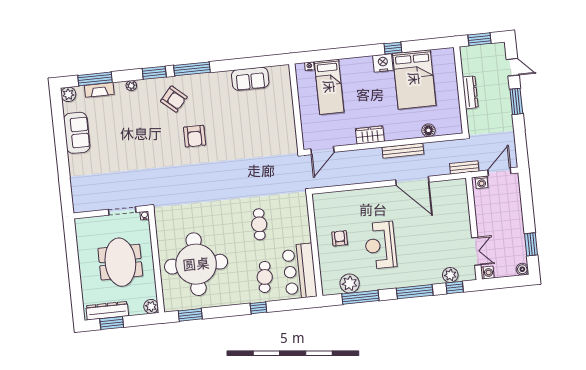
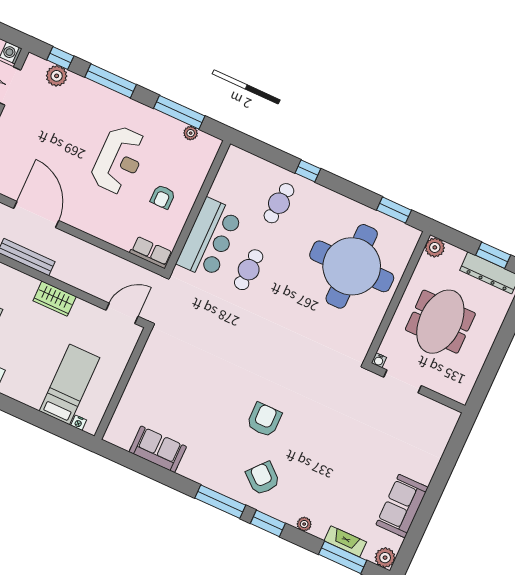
row of seats: (327, 199) -> (151, 252), added
bar counter: (299, 271) -> (210, 238), moved
plant: (350, 283) -> (191, 133), width x0.53, depth x0.53

